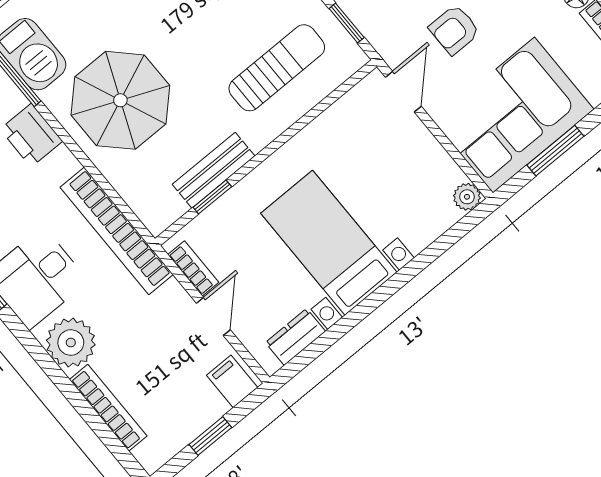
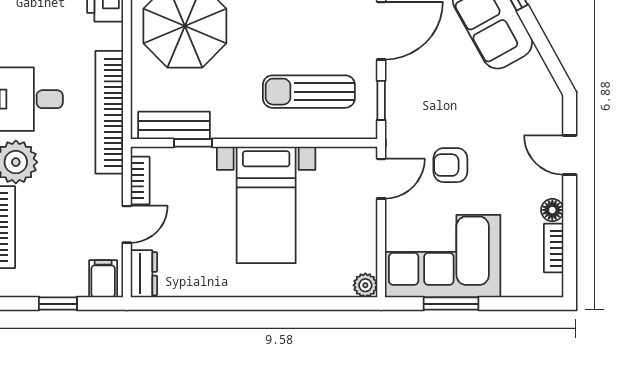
sun lounger: (277, 68) -> (309, 92), turned 180
bench: (214, 170) -> (174, 125), moved
bed with nightstands: (329, 243) -> (266, 205), moved, turned 180
dresser: (295, 337) -> (144, 274), moved, turned 90

